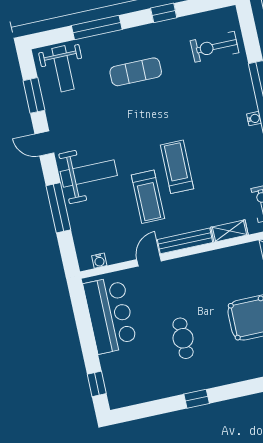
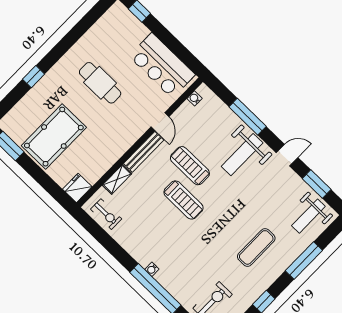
weight bench: (63, 69) -> (308, 216), turned -90
cafe table: (183, 338) -> (100, 83), width x1.37, depth x1.35
window: (197, 399) -> (34, 77), moved

